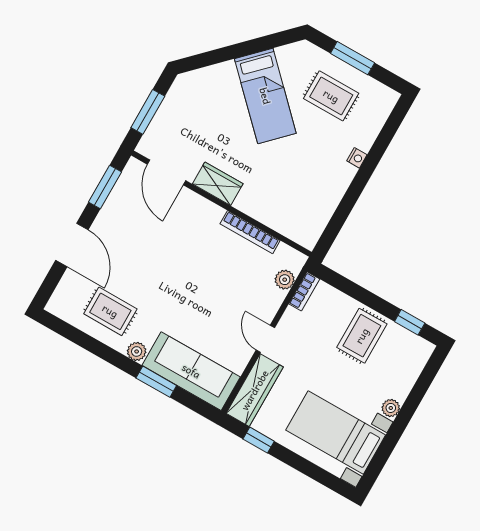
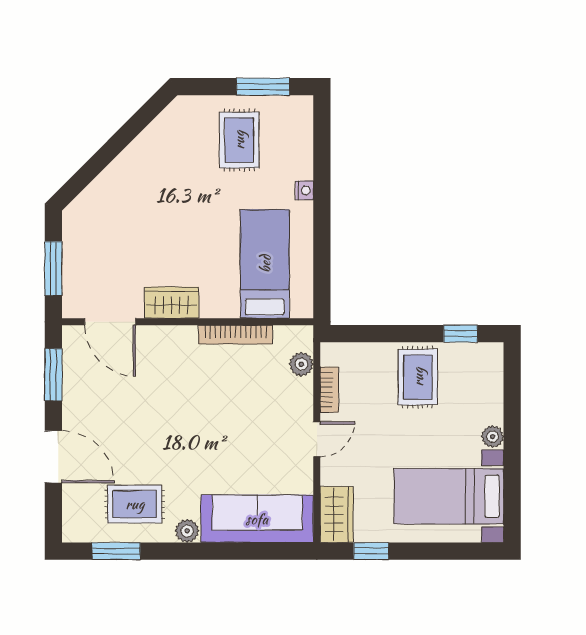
window: (353, 58) -> (263, 87), moved
bed: (265, 96) -> (265, 264), moved, turned -135
rug: (331, 96) -> (239, 140), turned 90
bookcase: (304, 291) -> (329, 390), moved
door: (265, 339) -> (317, 439), swing flipped
window: (156, 382) -> (116, 551), moved
wardrobe: (255, 390) -> (337, 514), width x0.67

